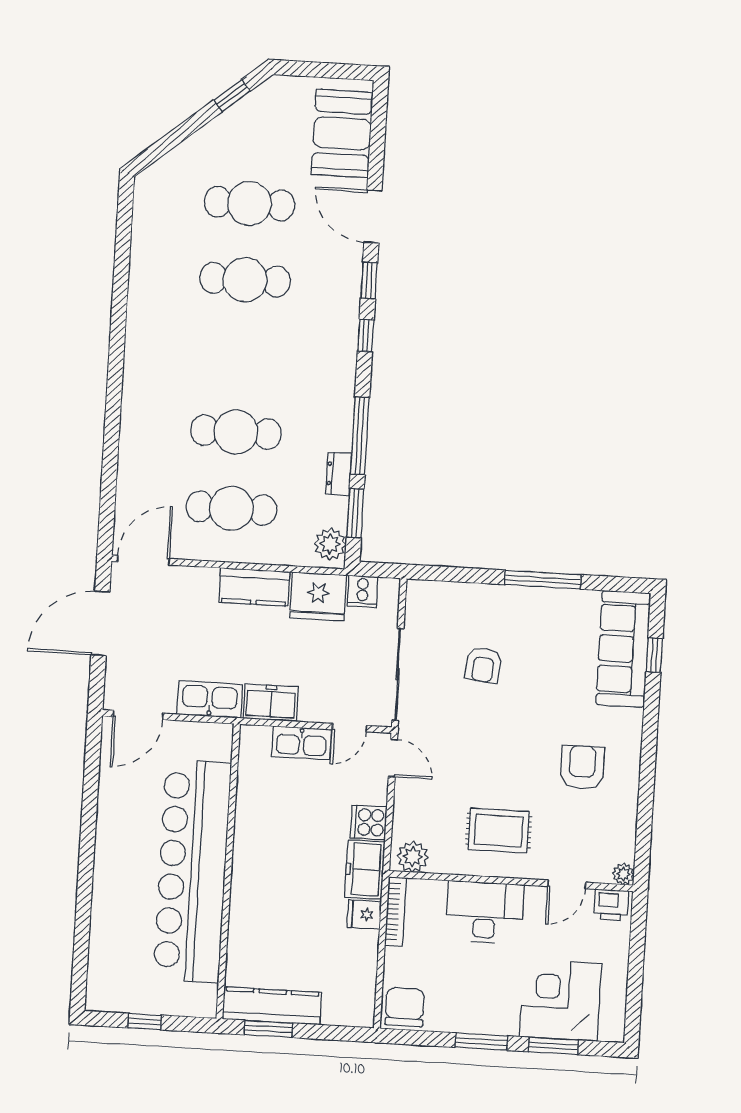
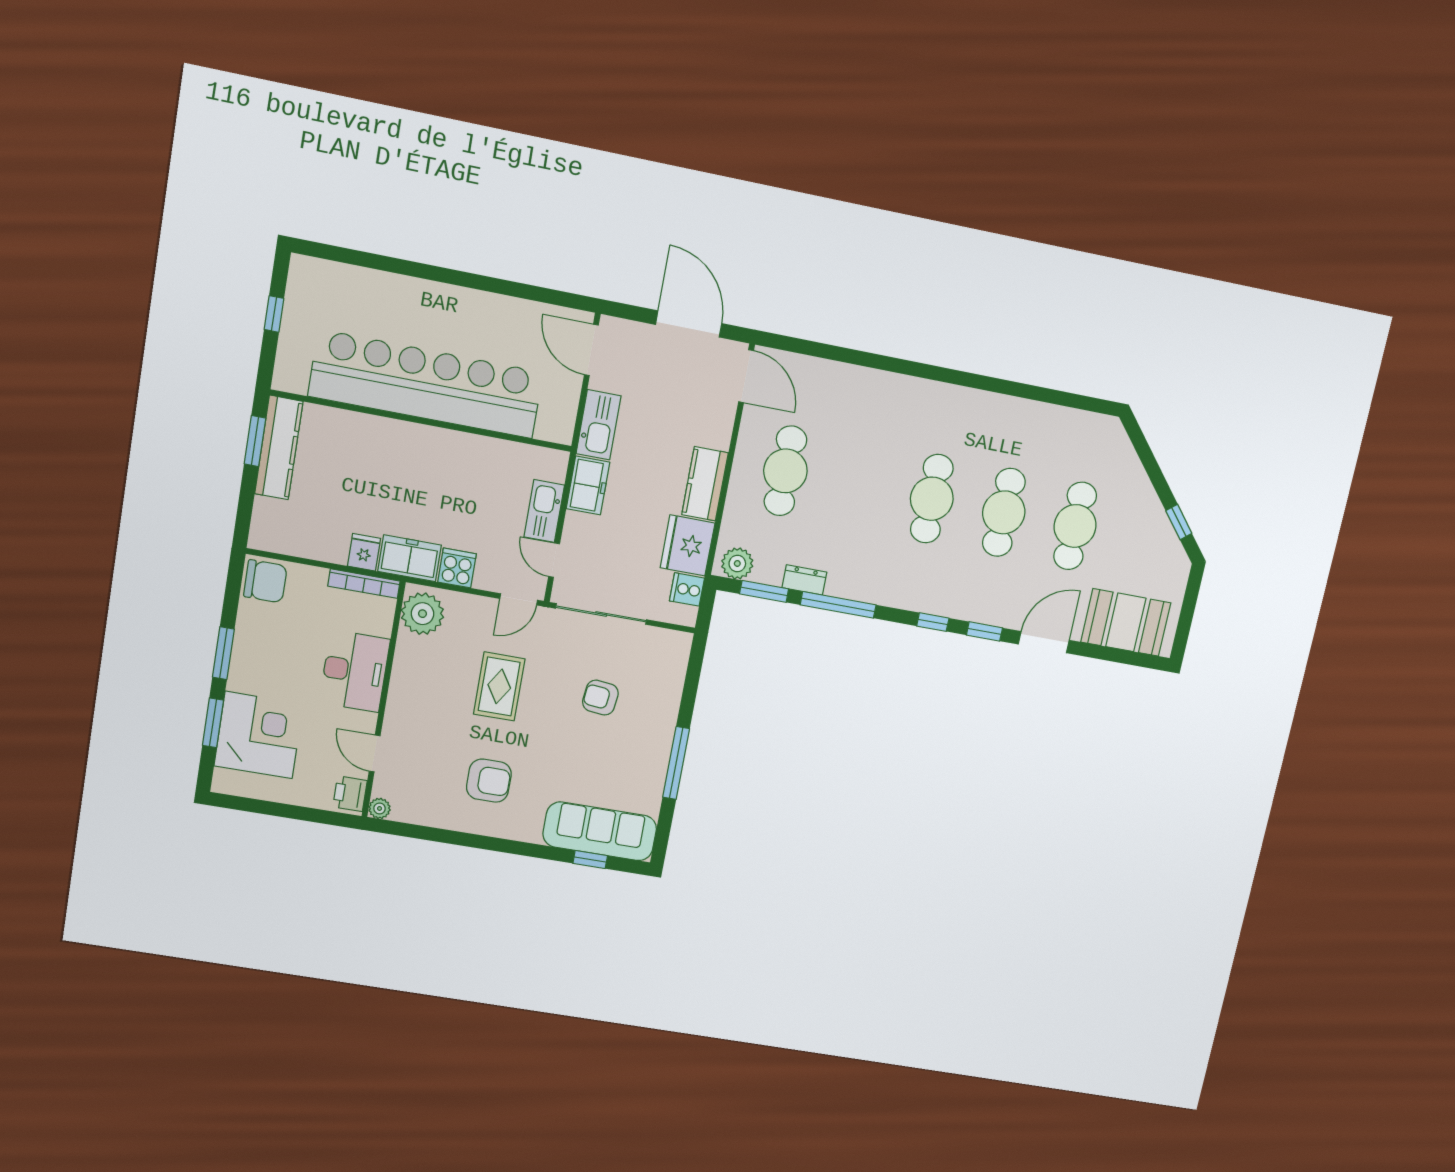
cafe table: (236, 432) -> (932, 499), moved
rug: (499, 830) -> (499, 686), moved
plant: (413, 857) -> (422, 614), width x1.36, depth x1.36

